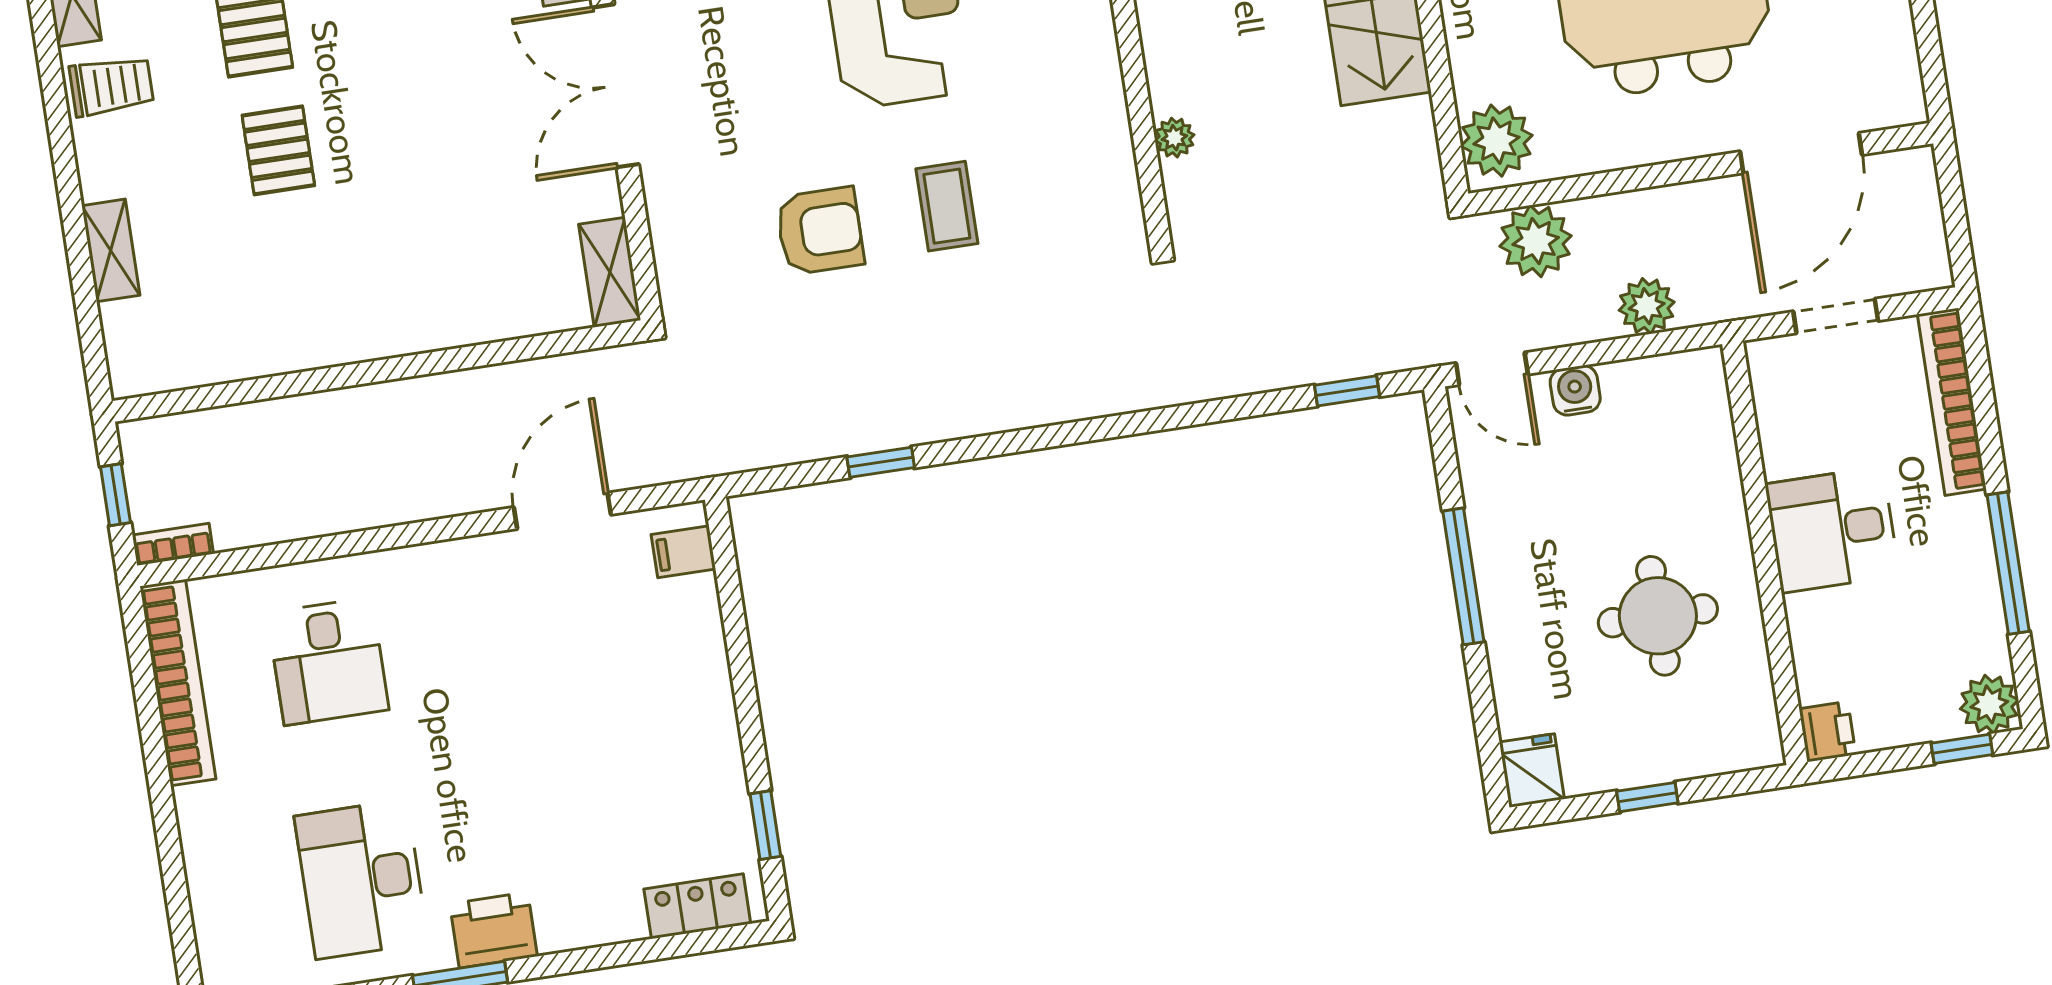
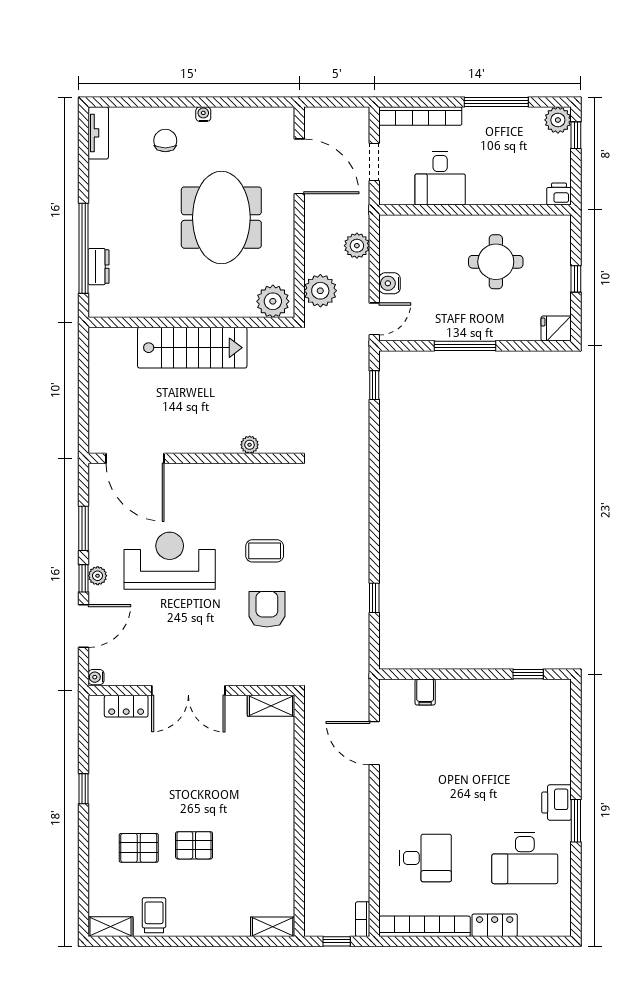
shelving: (111, 250) -> (273, 927), moved
desk: (1832, 530) -> (440, 178), moved
filing cabinet: (683, 552) -> (425, 692), moved
locker: (697, 906) -> (495, 925), moved, turned 90

